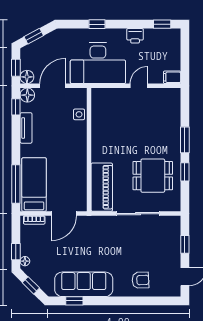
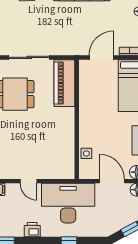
door: (53, 86) -> (112, 181), swing flipped
door: (139, 86) -> (28, 181), hinge flipped

